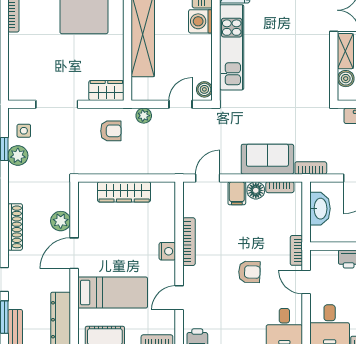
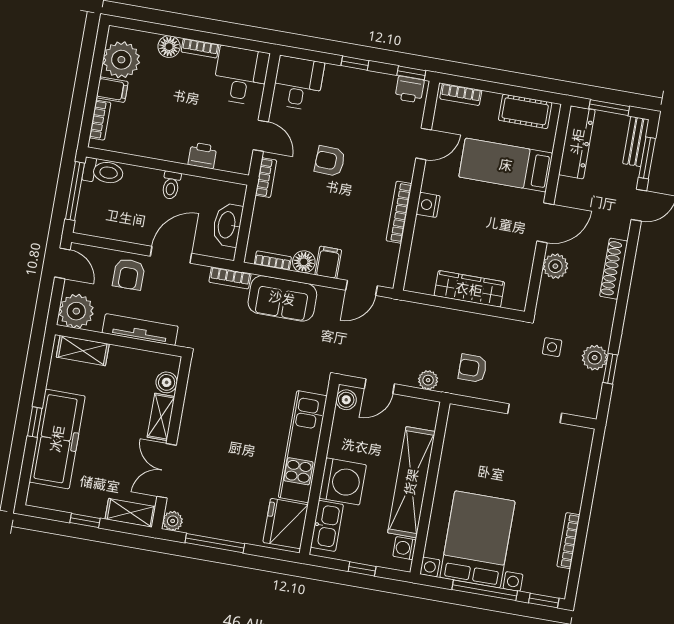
washing machine: (200, 21) -> (343, 481), width x1.37, depth x1.37
wardrobe: (106, 90) -> (469, 420), removed
side table: (24, 131) -> (552, 347), moved

